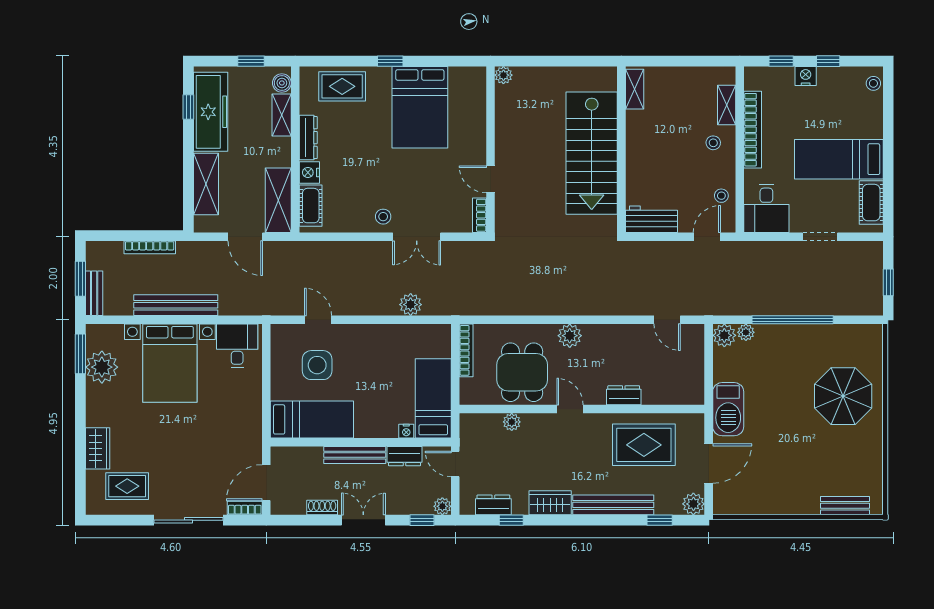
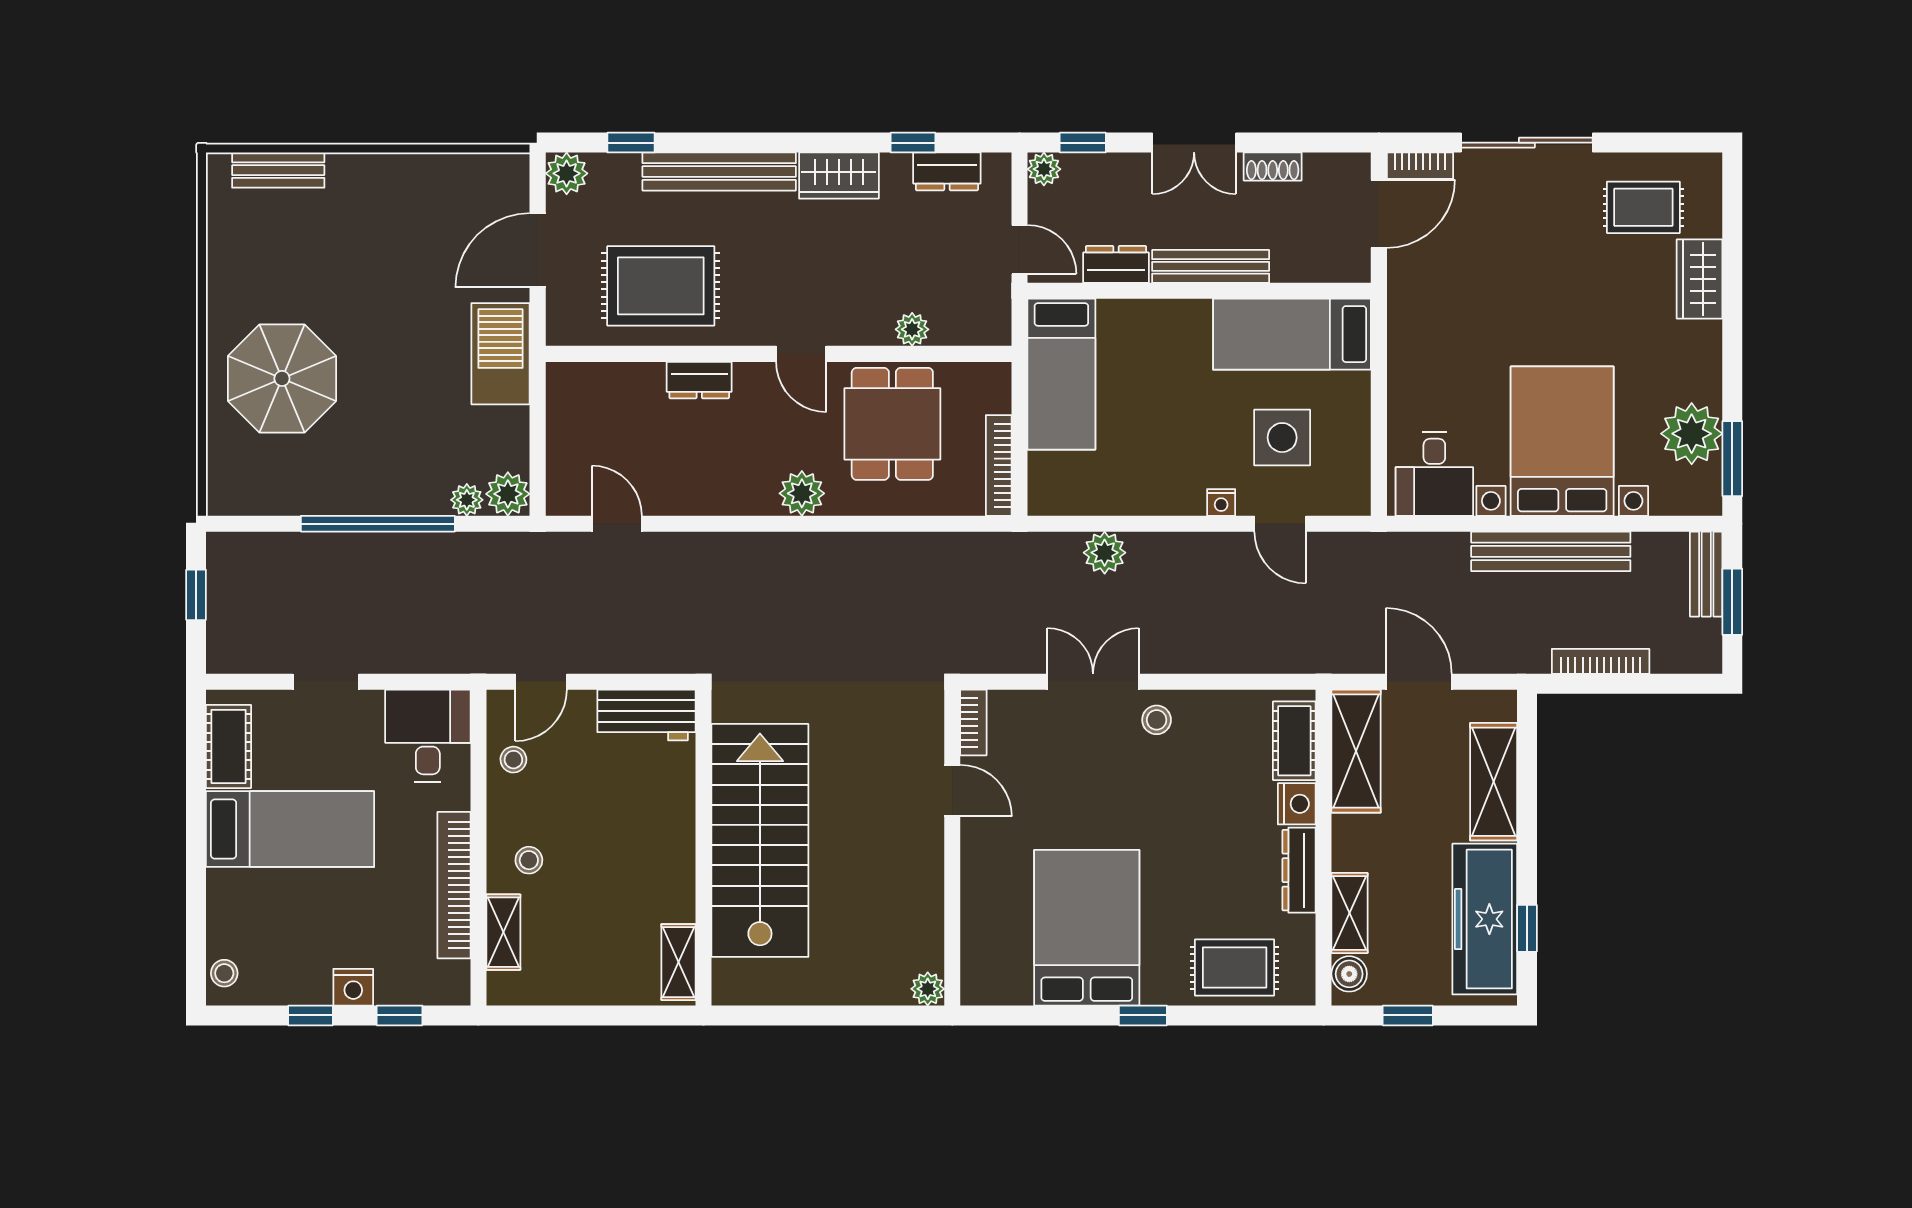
nightstand: (406, 431) -> (1221, 502), moved, turned 180

